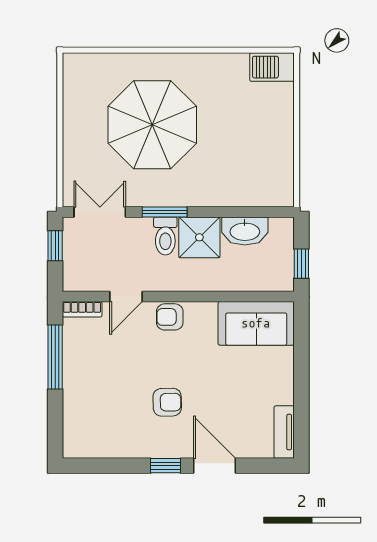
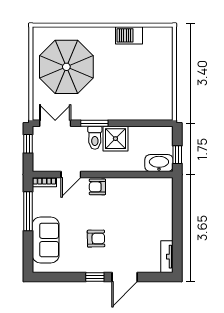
barbecue: (272, 67) -> (129, 35), moved
parasol: (152, 125) -> (66, 67), moved
washbasin: (245, 231) -> (159, 163), moved, turned 180
sofa: (256, 323) -> (46, 240), moved, turned -90
door: (215, 466) -> (125, 277), swing flipped

